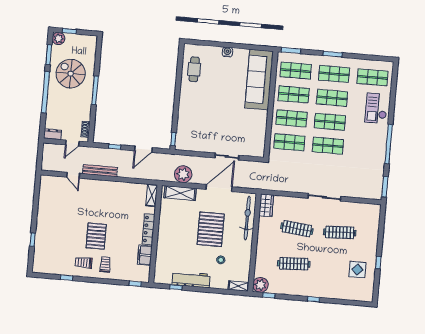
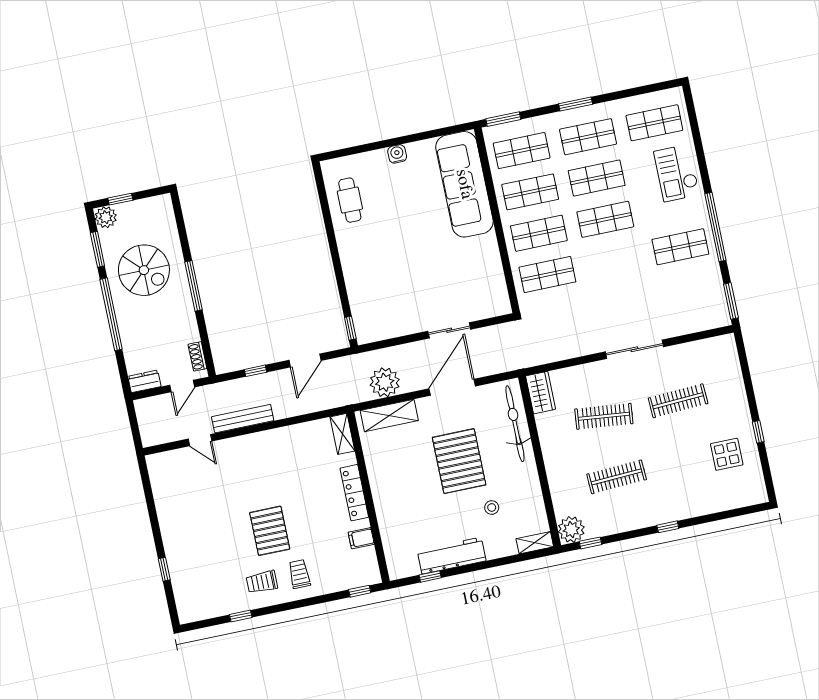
spiral stairs: (71, 74) -> (144, 270), turned 180
shop shelf: (328, 146) -> (680, 247), moved
filing cabinet: (145, 255) -> (361, 538), width x0.50

